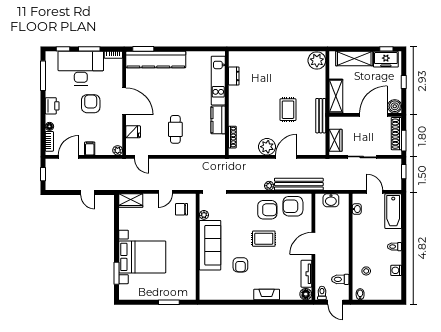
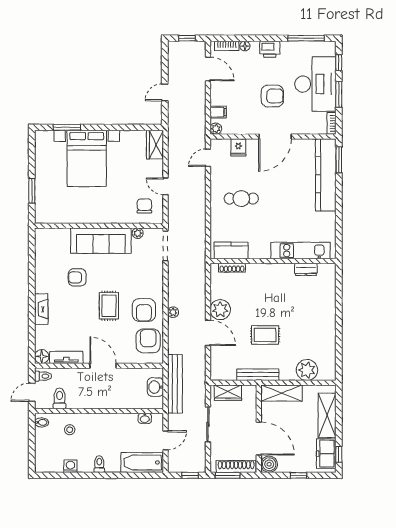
plant: (317, 61) -> (307, 370), moved
kitchen counter: (218, 120) -> (231, 250), moved
filing cabinet: (90, 148) -> (218, 112), moved
bench: (299, 184) -> (175, 384), moved

